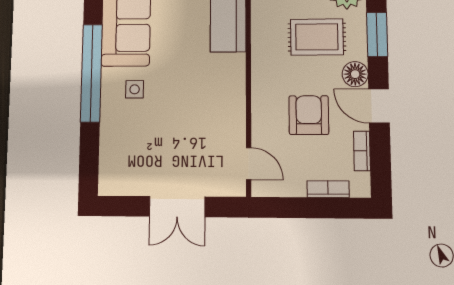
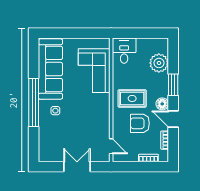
rug: (317, 37) -> (132, 98), moved
armchair: (309, 115) -> (140, 123), turned -90
double door: (177, 207) -> (77, 167), swing flipped

